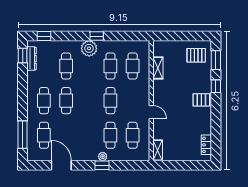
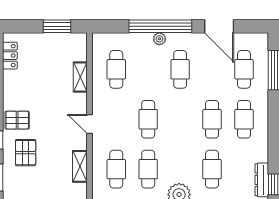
pallet: (196, 55) -> (26, 153), moved, turned 90
door: (151, 112) -> (89, 124), moved
cafe table: (110, 135) -> (180, 69), moved
shelving: (158, 150) -> (80, 77), moved
window: (102, 165) -> (160, 26), width x3.17
window: (174, 165) -> (57, 26), added

